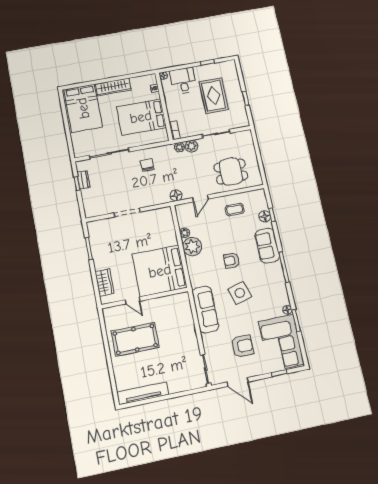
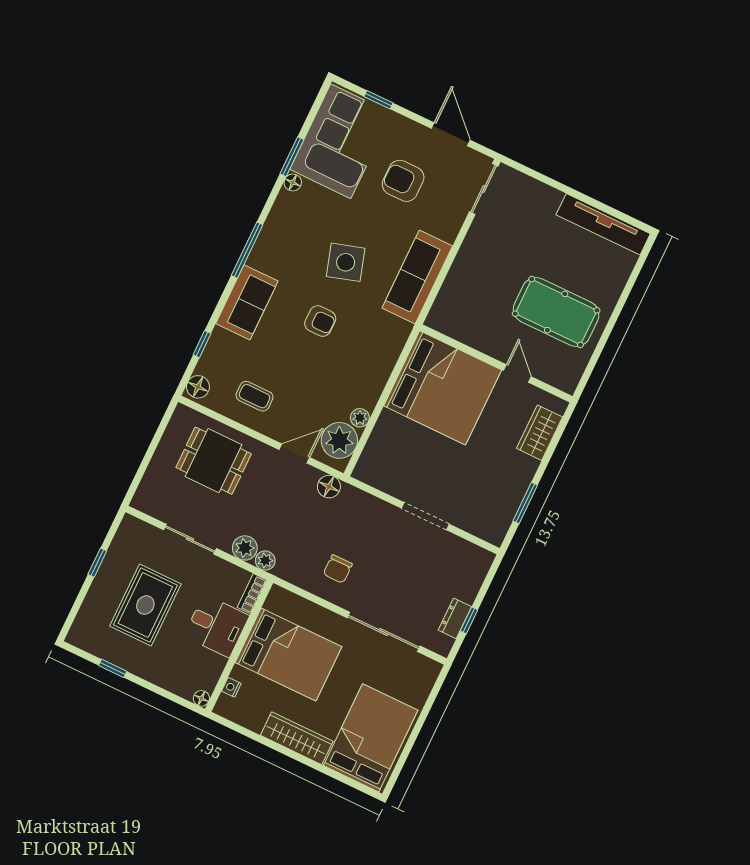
desk: (183, 81) -> (217, 626), moved, turned -90
floor lamp: (265, 216) -> (198, 387), moved
plant: (192, 247) -> (339, 440), moved

